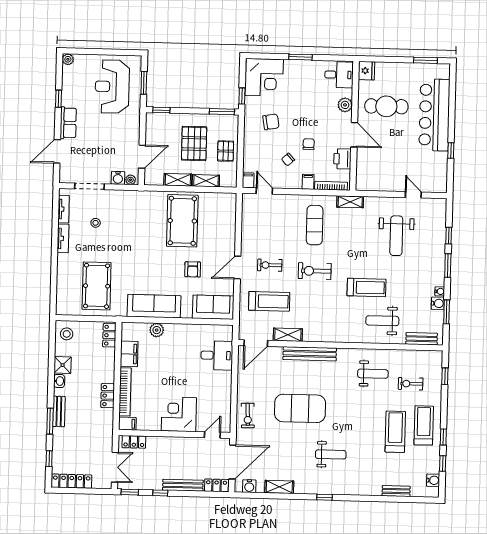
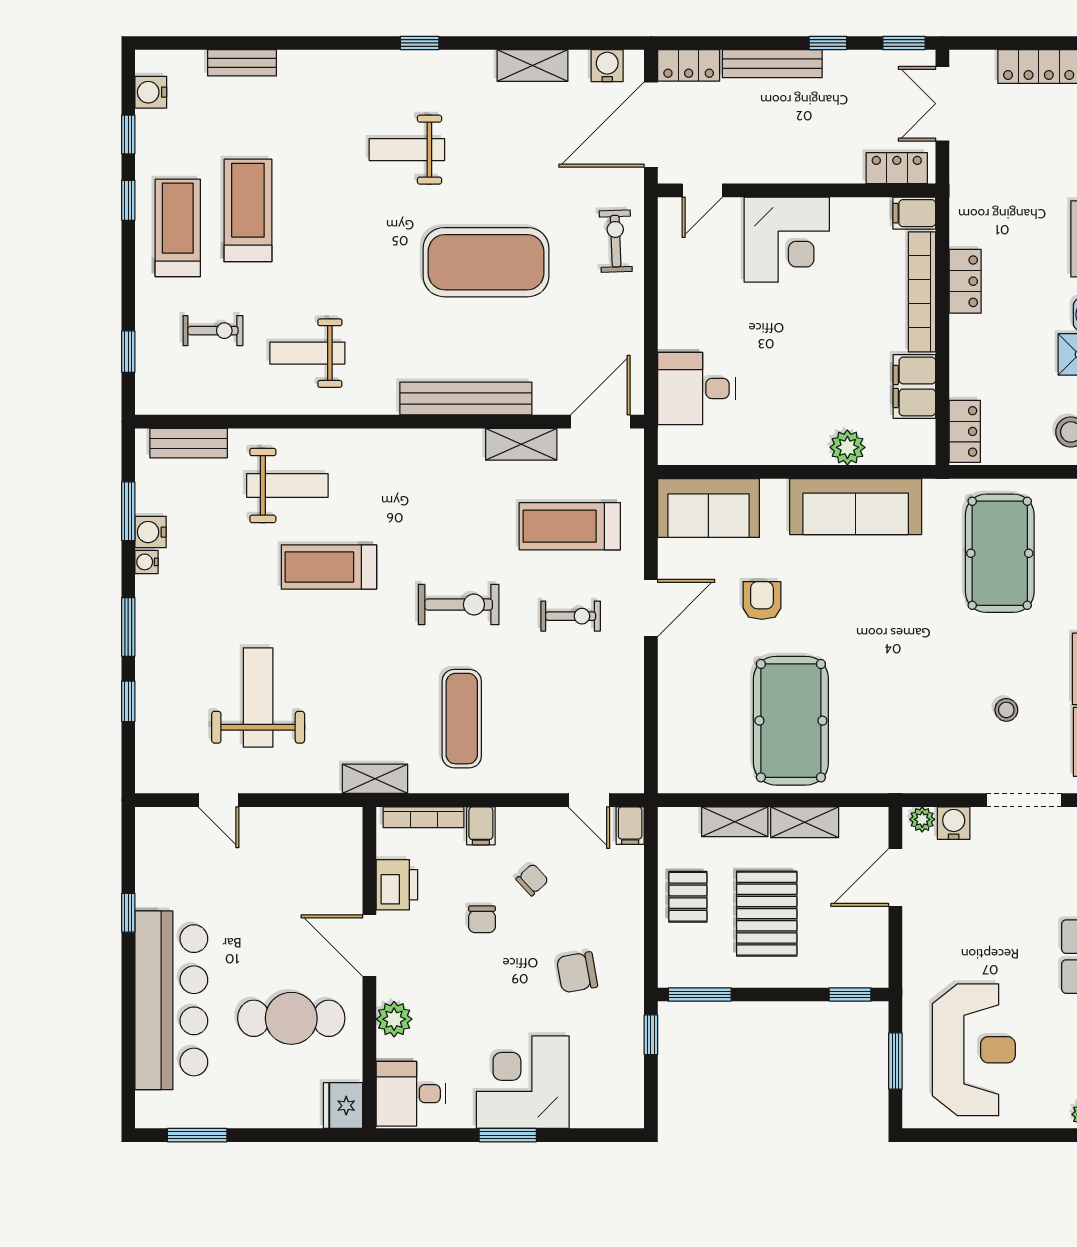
corner desk: (264, 77) -> (523, 1082), moved
treadmill: (424, 425) -> (178, 228), turned 180
treadmill: (395, 432) -> (248, 210), turned 180

